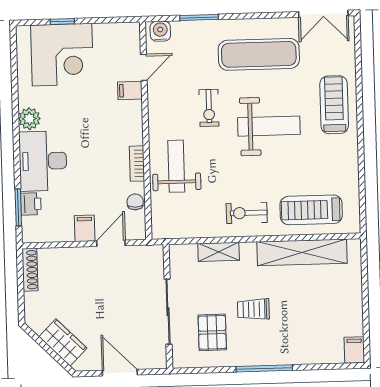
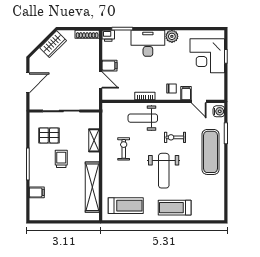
double door: (323, 14) -> (226, 203), removed
exercise mat: (259, 54) -> (211, 152), moved
treadmill: (334, 105) -> (175, 208), turned 180
weight bench: (176, 166) -> (143, 118), turned 180
chair: (135, 202) -> (172, 88), moved
printer: (31, 204) -> (108, 36), moved
treadmill: (311, 210) -> (126, 206), moved, turned 90
exercise bike: (247, 213) -> (124, 149), moved
wardrobe: (63, 342) -> (53, 44), moved
filing cabinet: (354, 350) -> (37, 192), moved

